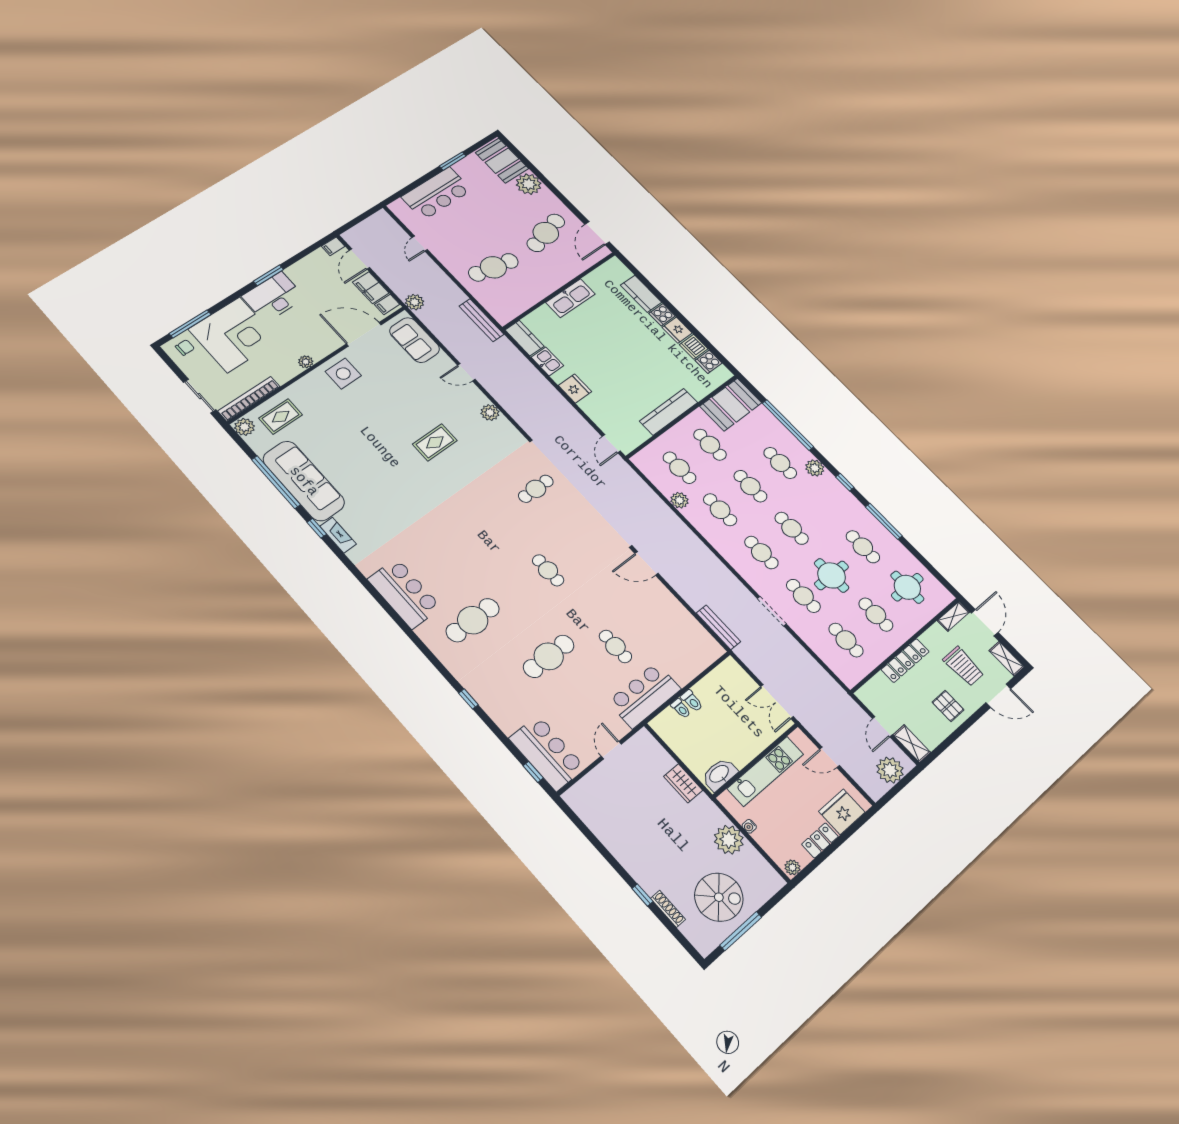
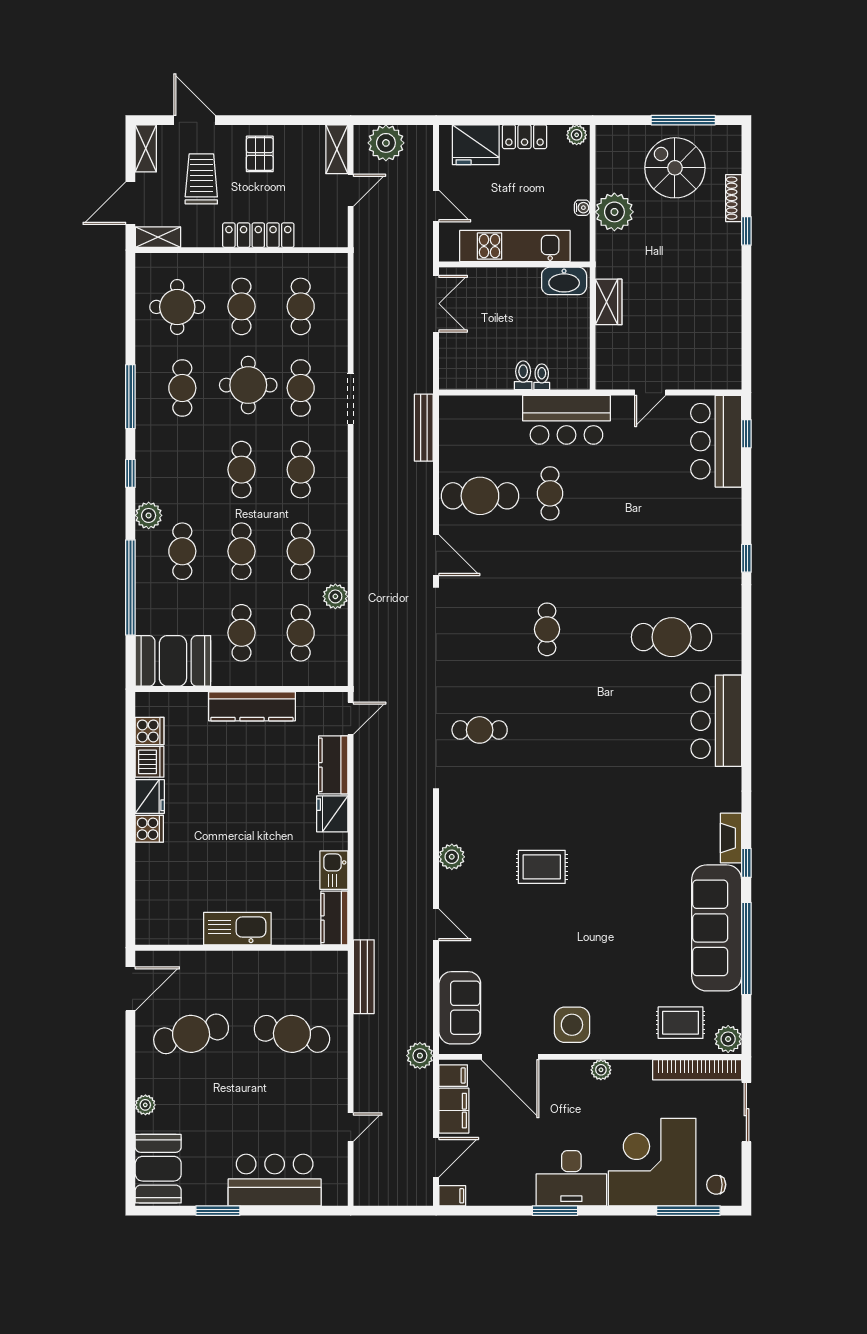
plant: (529, 184) -> (145, 1105), width x0.53, depth x0.53
kitchen counter: (641, 294) -> (333, 765), moved, turned 180
cafe table: (549, 656) -> (480, 496), moved

